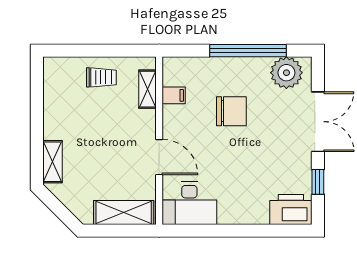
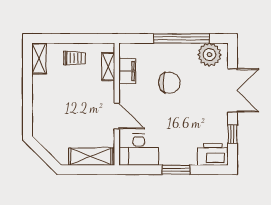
filing cabinet: (174, 95) -> (127, 71), width x2.00
shelving: (53, 162) -> (39, 58), moved
window: (240, 231) -> (176, 170), added

